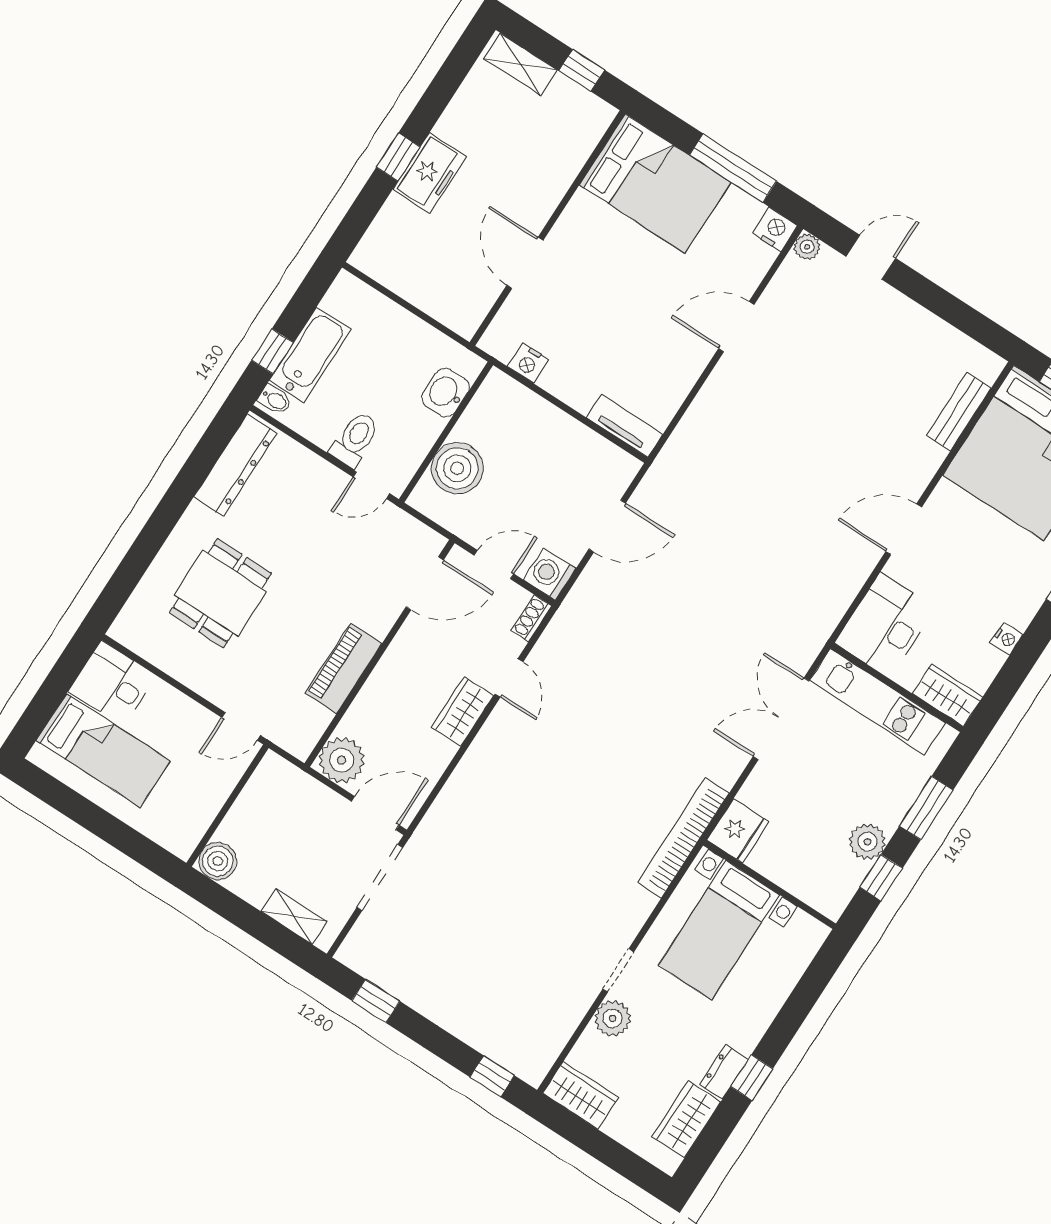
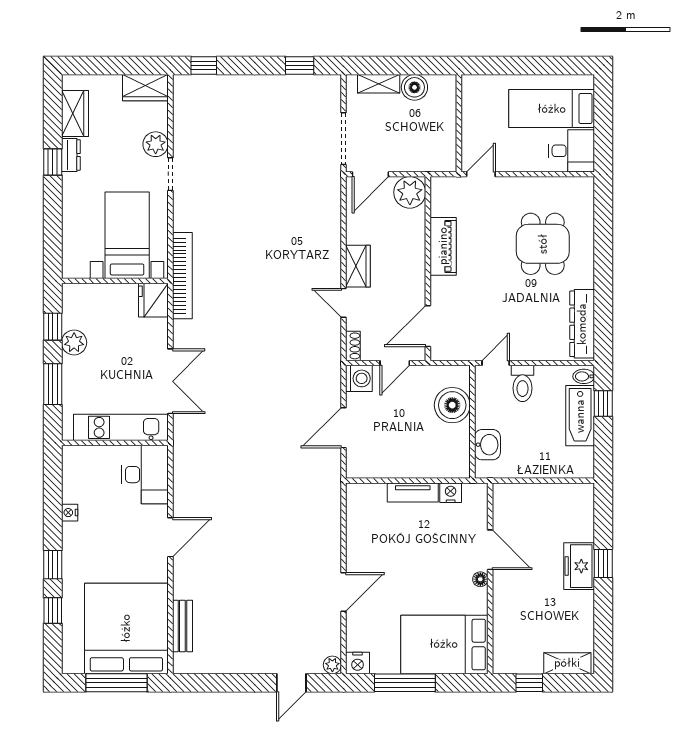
floor lamp: (560, 235) -> (480, 579), added
tv unit: (625, 426) -> (413, 493), moved
wardrobe: (947, 695) -> (83, 457), removed
boiler: (218, 861) -> (414, 87), moved

